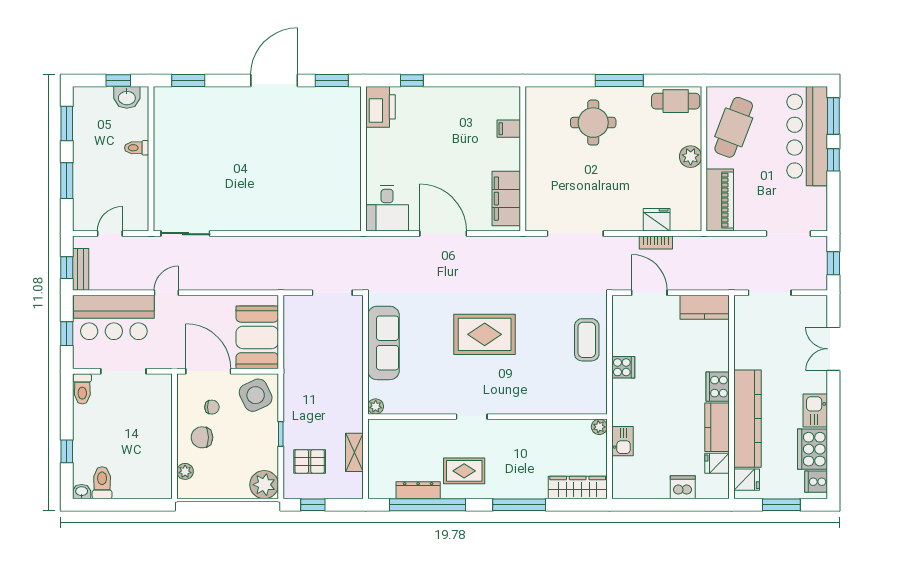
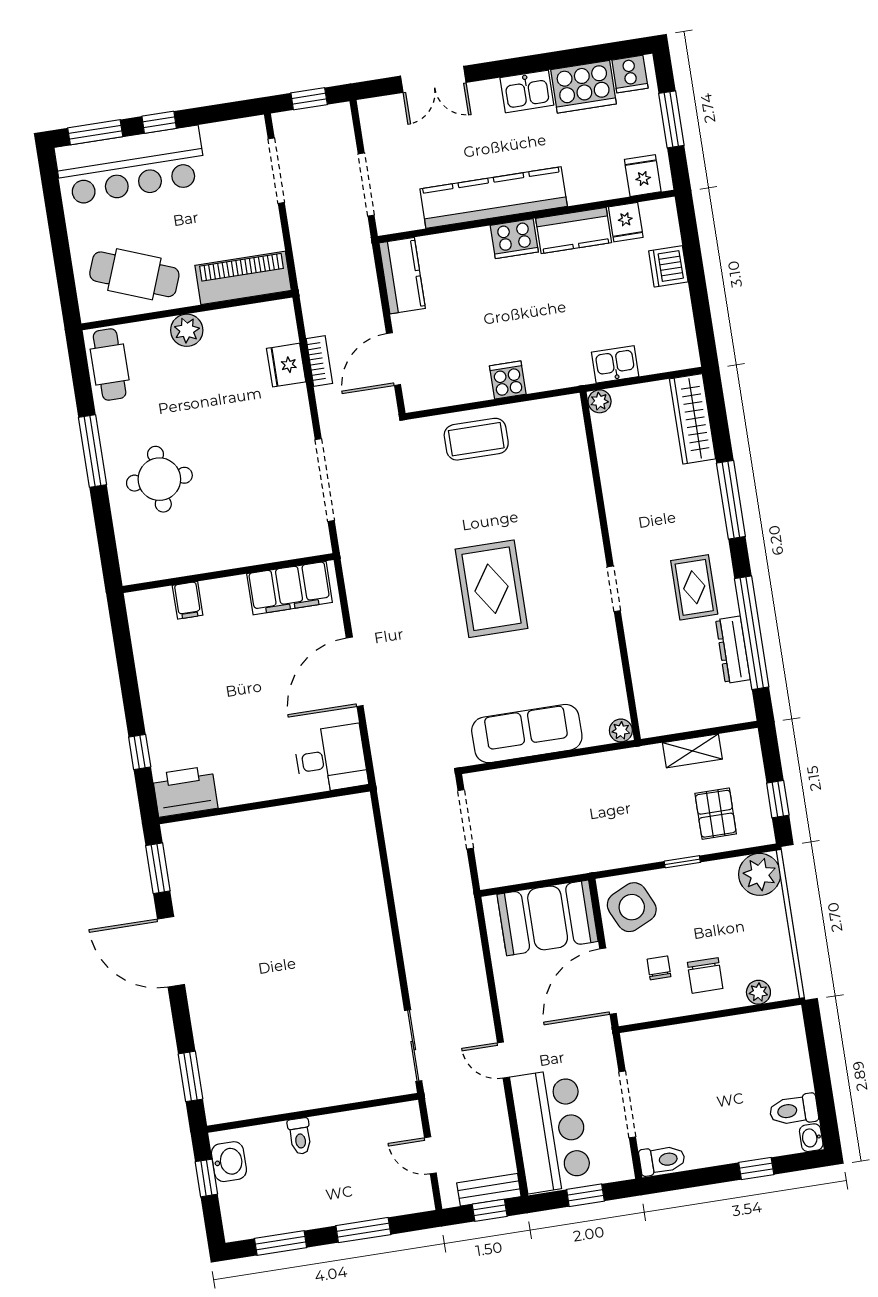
kitchen counter: (747, 419) -> (494, 198), moved

